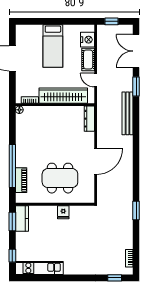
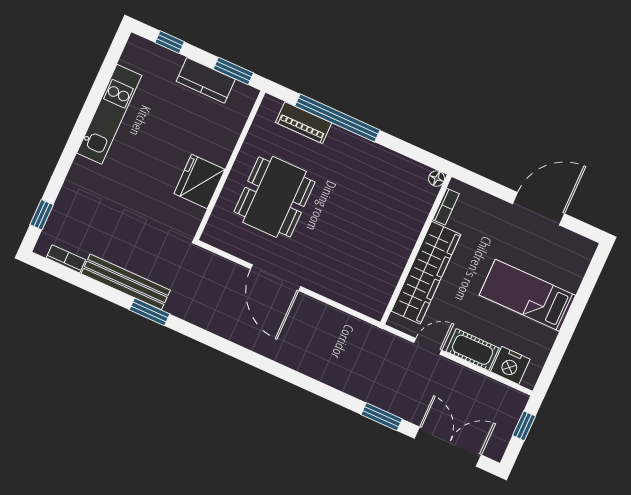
bench: (127, 113) -> (126, 282), moved
dresser: (89, 119) -> (361, 302), removed
fridge: (63, 212) -> (199, 182), width x1.88, depth x1.34
kitchen counter: (22, 218) -> (206, 80), moved
kitchen unit: (39, 268) -> (109, 114), moved

